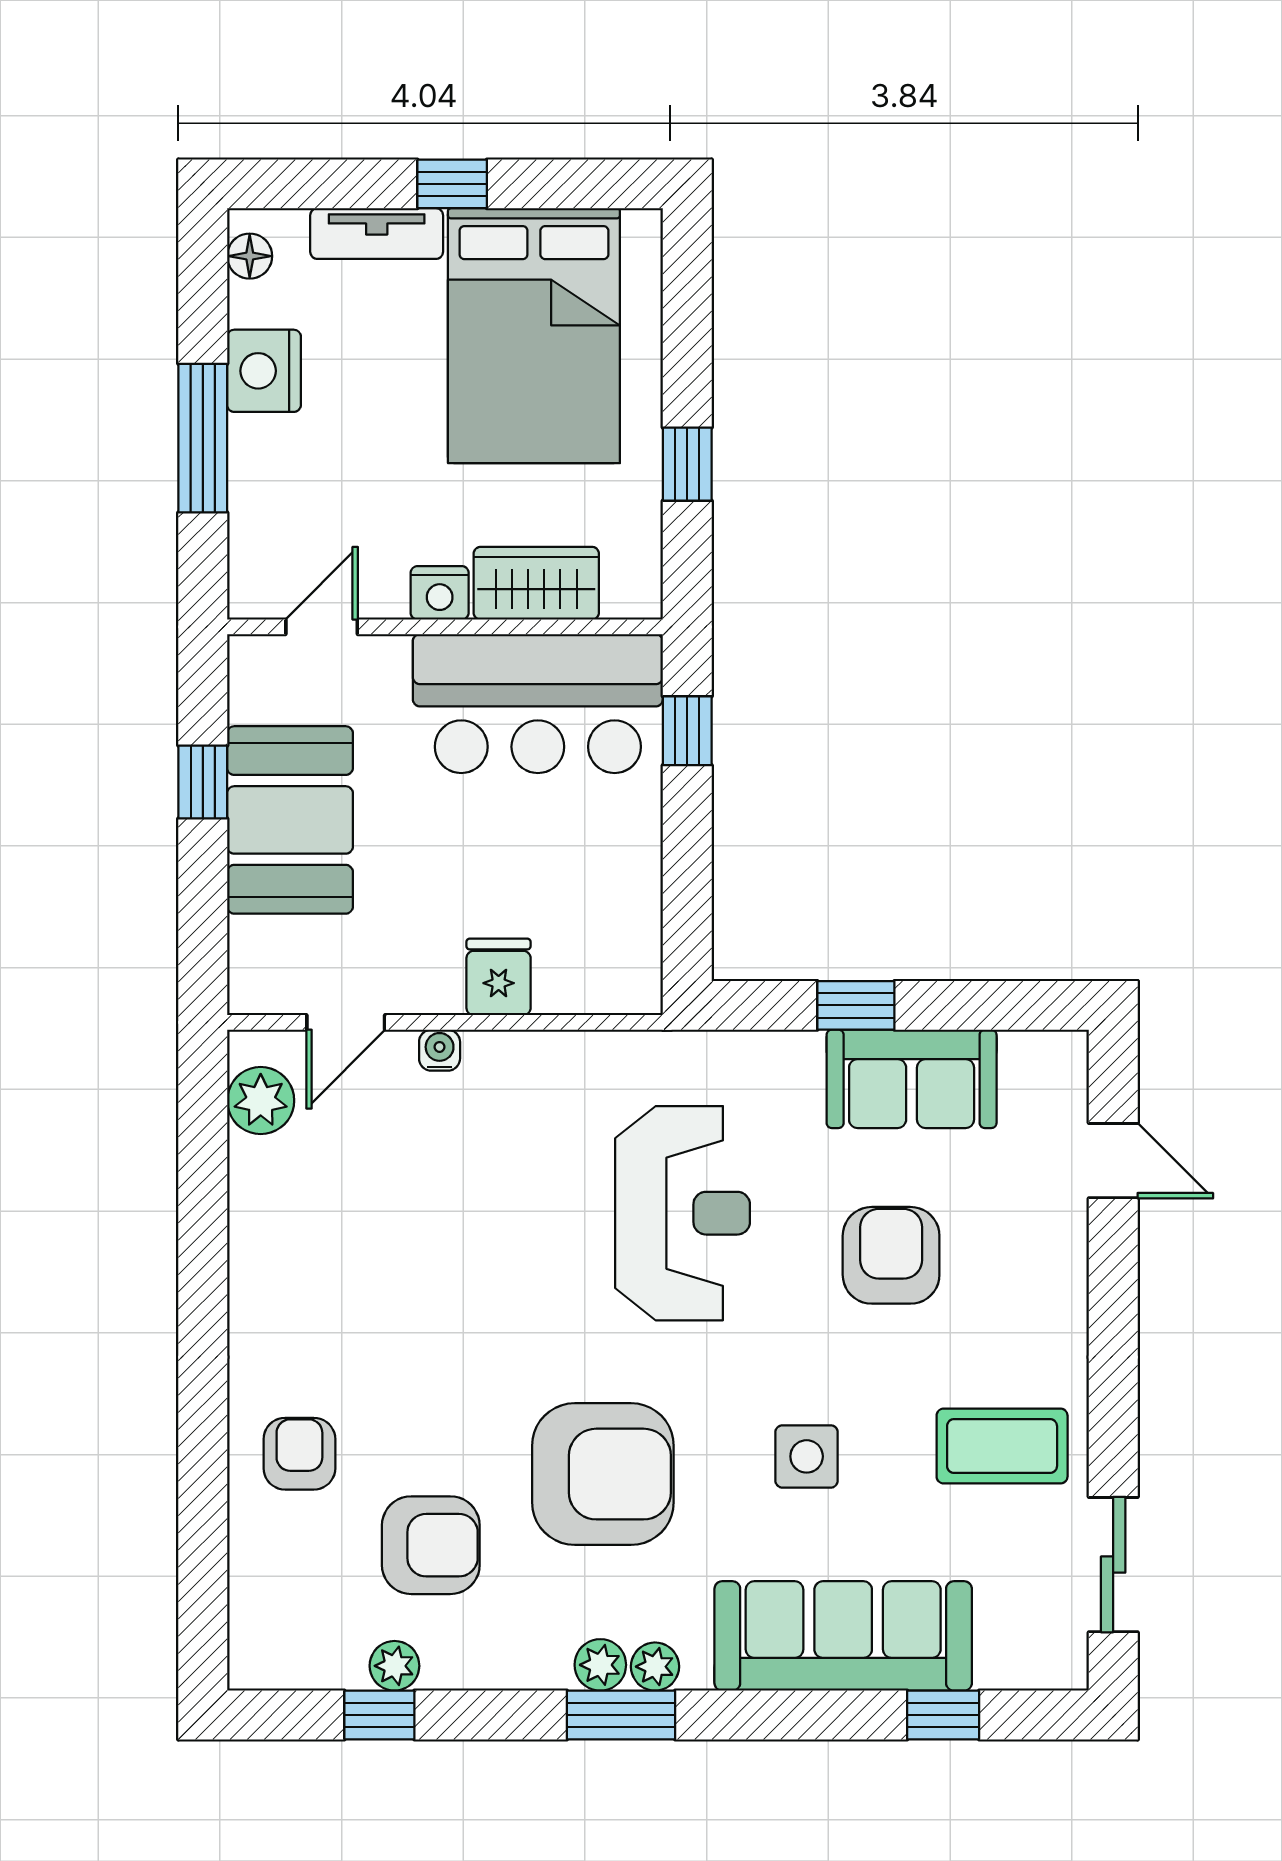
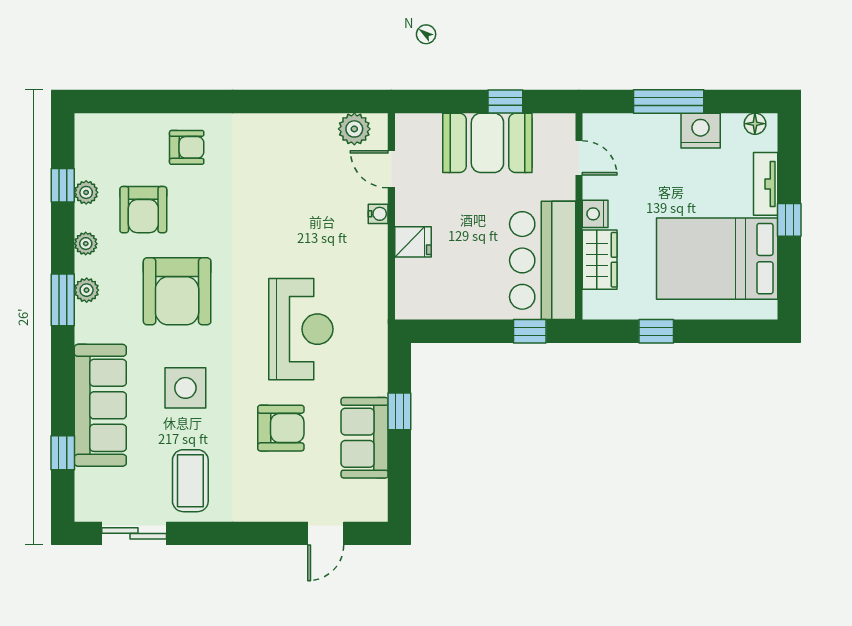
reception desk: (683, 1213) -> (301, 329), turned -90
side table: (807, 1456) -> (185, 388), width x1.37, depth x1.37
plant: (655, 1667) -> (86, 244), moved

